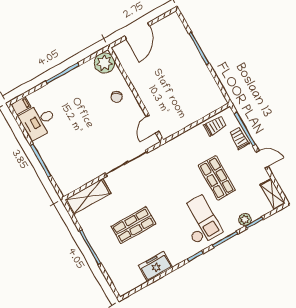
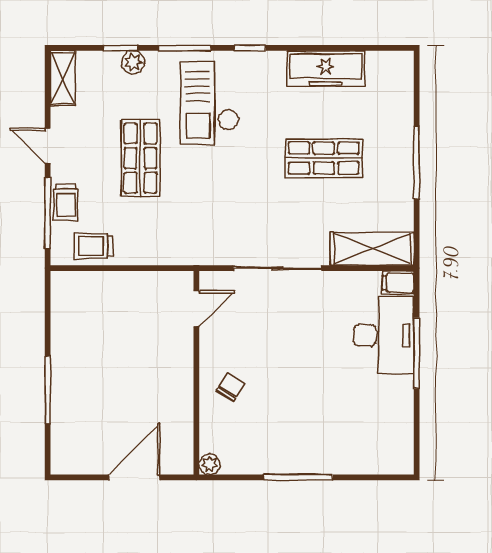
plant: (104, 63) -> (209, 464), width x0.53, depth x0.53
filing cabinet: (21, 106) -> (398, 283), moved
desk: (38, 121) -> (384, 335), moved, width x1.37
freezer: (156, 266) -> (326, 69), width x1.40

